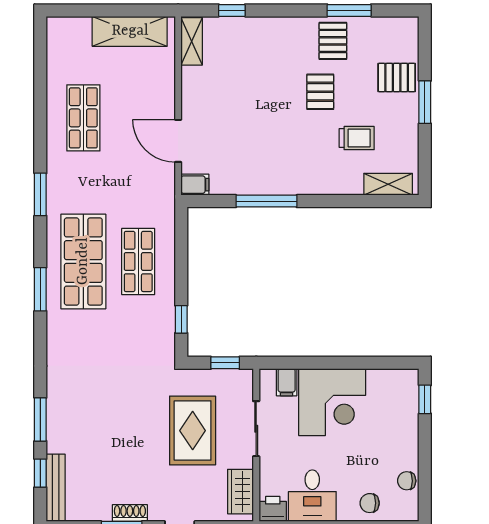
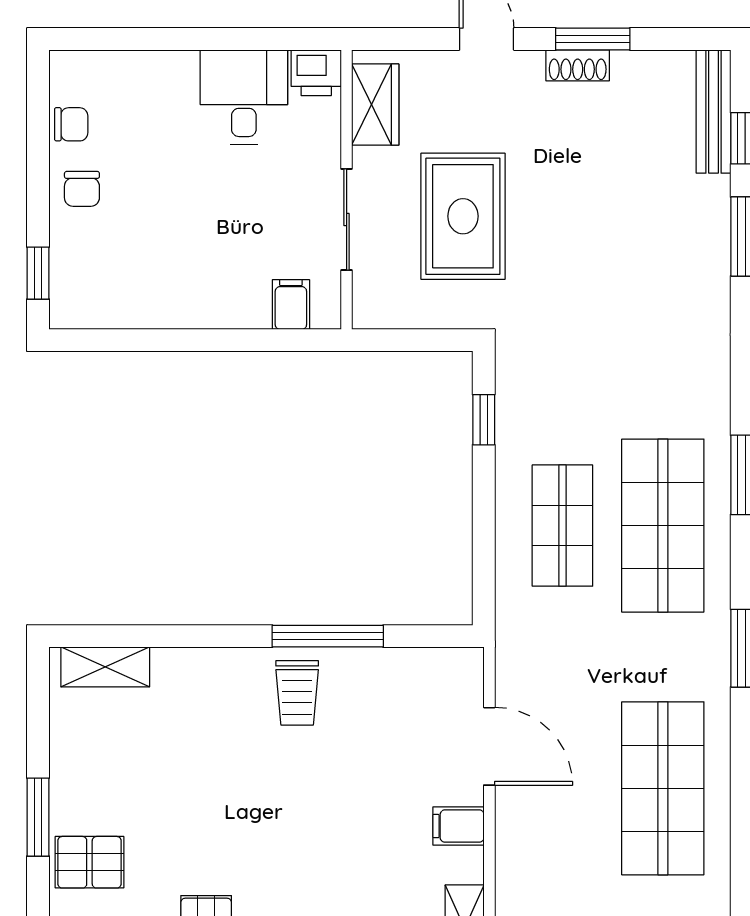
pallet: (320, 92) -> (229, 836), removed
shop shelf: (83, 118) -> (663, 788), width x1.43, depth x1.36
trolley: (357, 138) -> (297, 693), moved, turned -90
filing cabinet: (195, 185) -> (459, 826), moved
window: (225, 363) -> (403, 340), removed
corner desk: (332, 402) -> (208, 268), removed
chair: (370, 503) -> (82, 189), moved, turned 90

